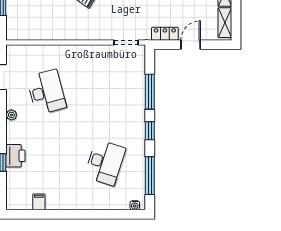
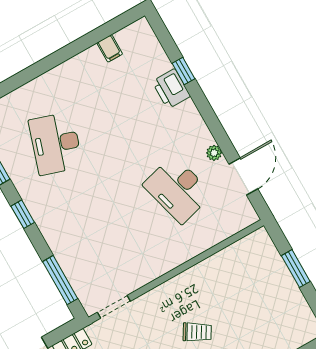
window: (150, 92) -> (60, 280), moved
plant: (11, 115) -> (214, 153), moved

